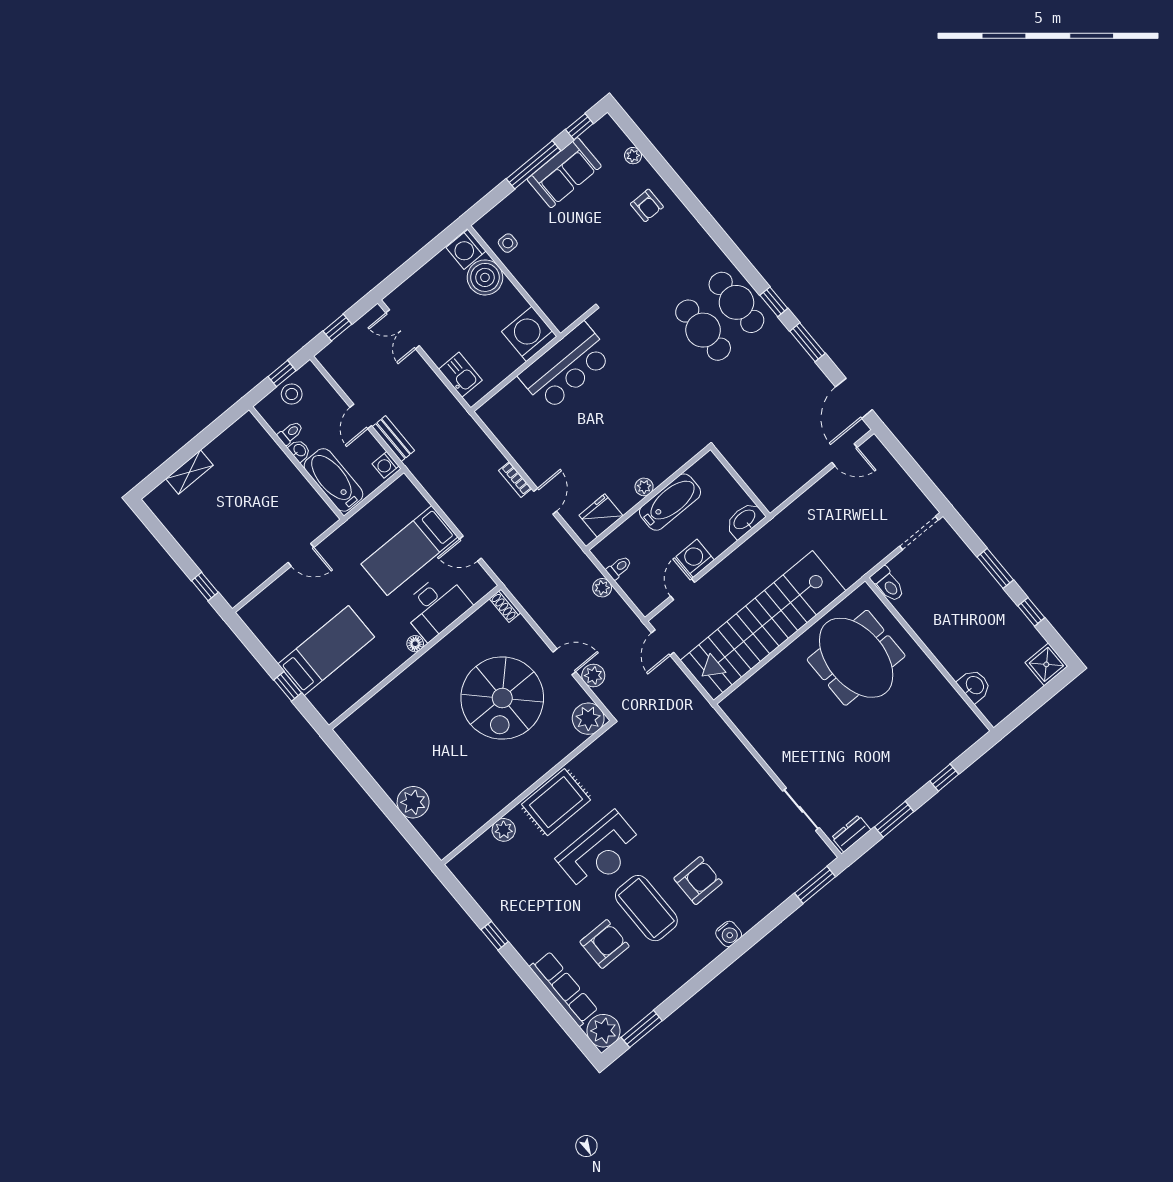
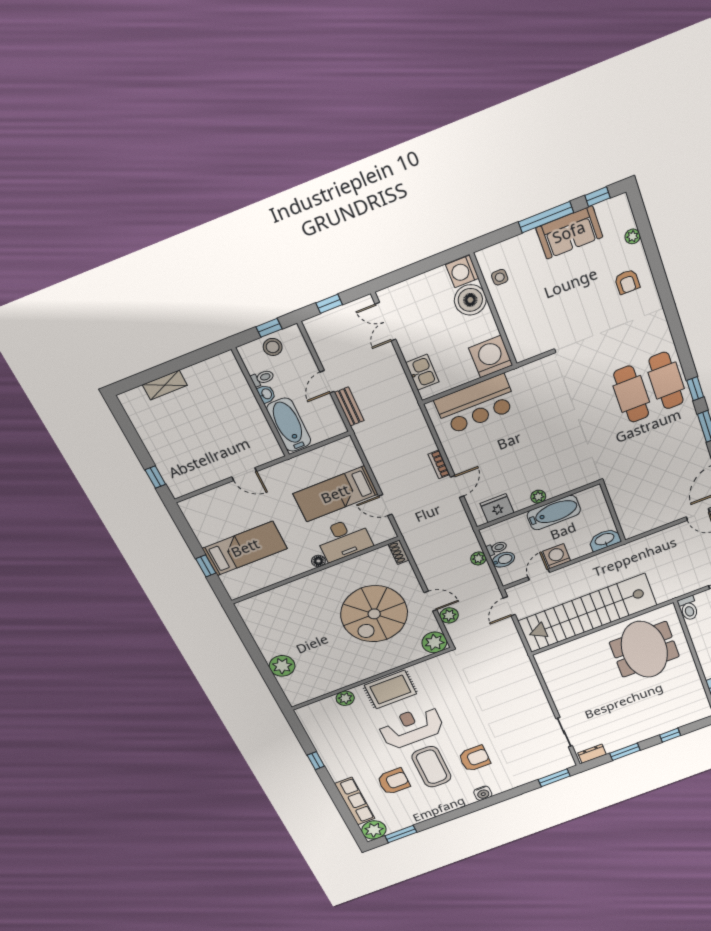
bar counter: (566, 367) -> (476, 404), moved
washing machine: (385, 465) -> (336, 425), removed
bidet: (633, 581) -> (503, 560), added
reception desk: (600, 852) -> (411, 727), turned 180

